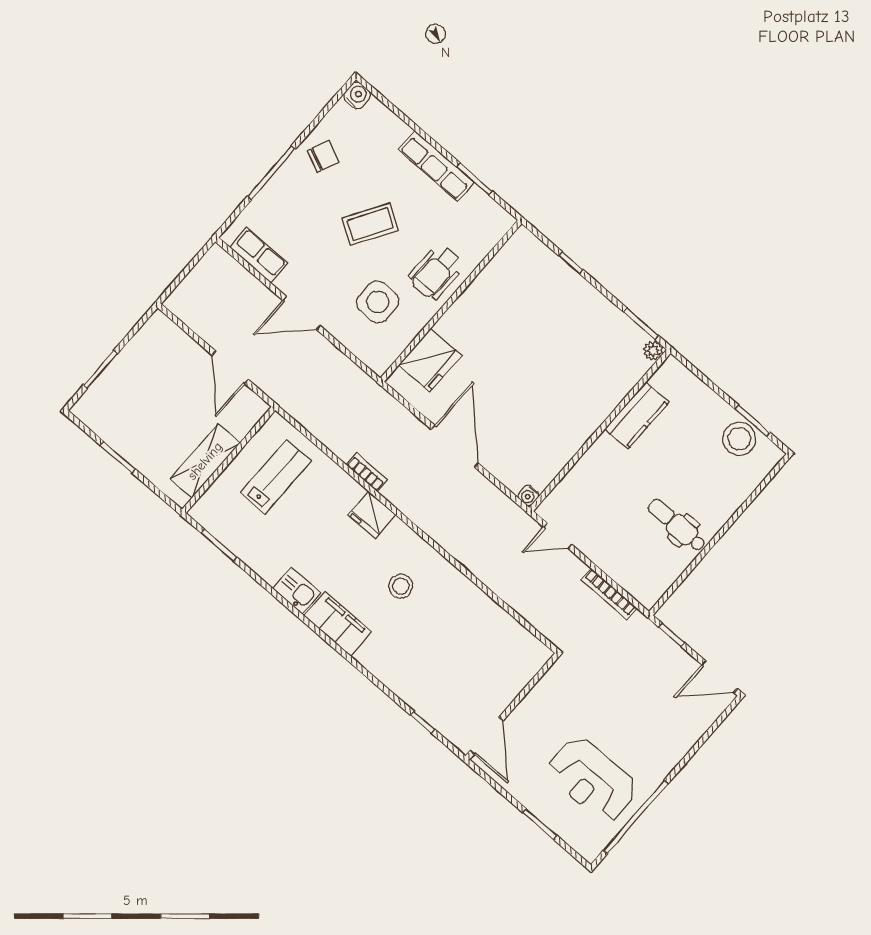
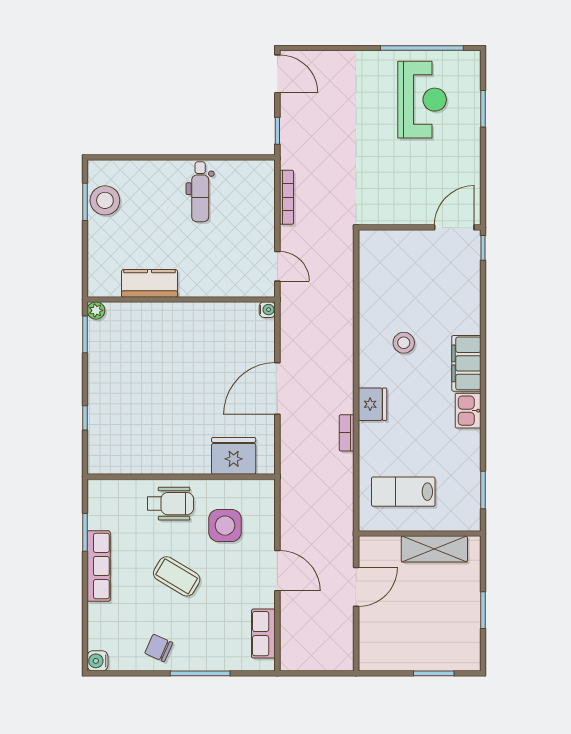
wall: (512, 706) -> (420, 227), moved
door: (487, 736) -> (454, 227), moved

